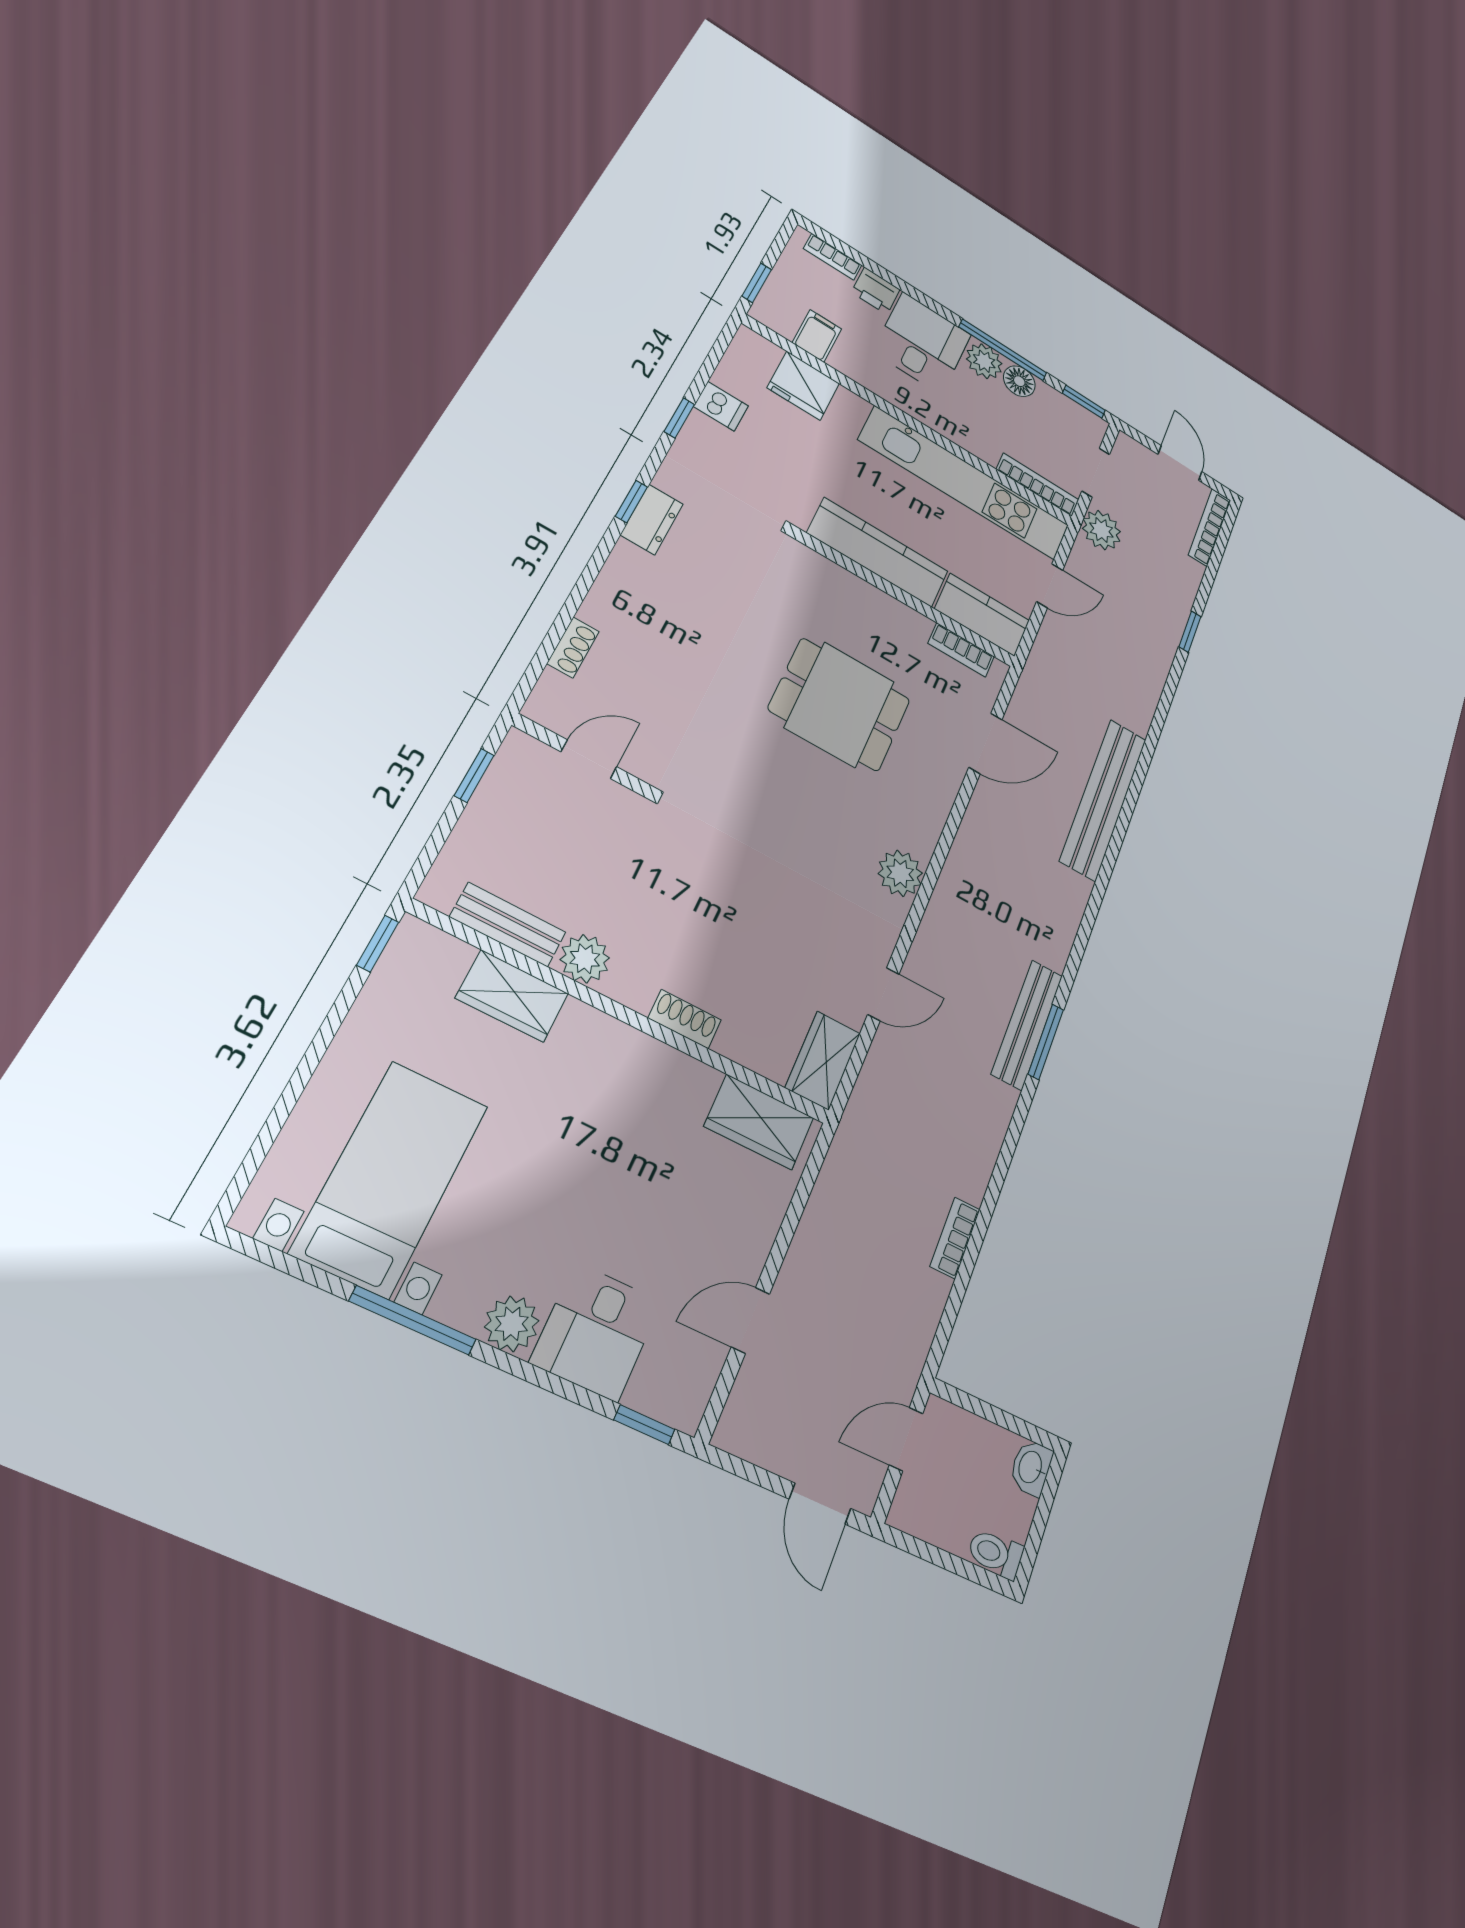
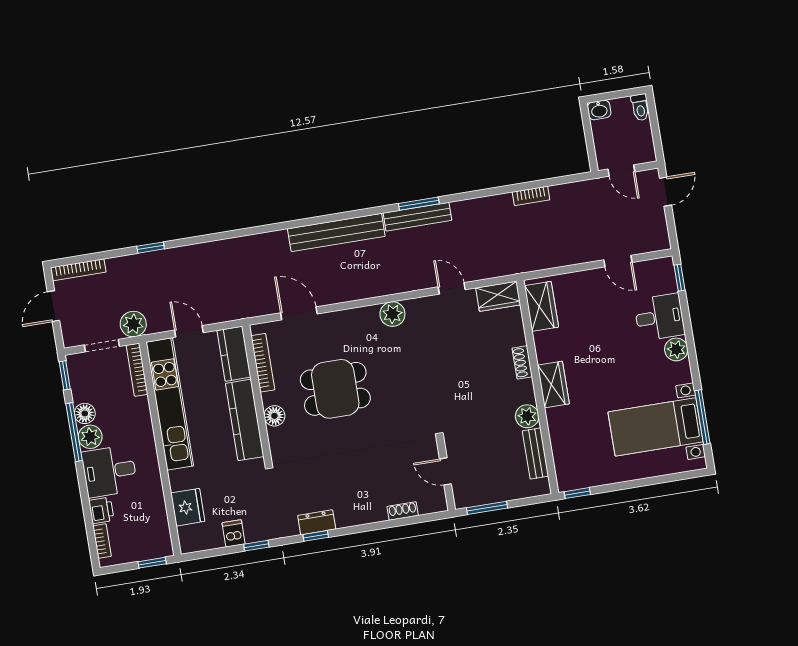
filing cabinet: (817, 336) -> (154, 519), removed
floor lamp: (857, 594) -> (274, 416), added
bookcase: (961, 650) -> (263, 363), width x1.56
dining table: (840, 704) -> (335, 389), turned 90
window: (474, 775) -> (487, 508), width x1.50
bench: (1103, 799) -> (336, 232), moved
wardrobe: (512, 996) -> (553, 384), moved
window: (413, 1320) -> (702, 417), moved

